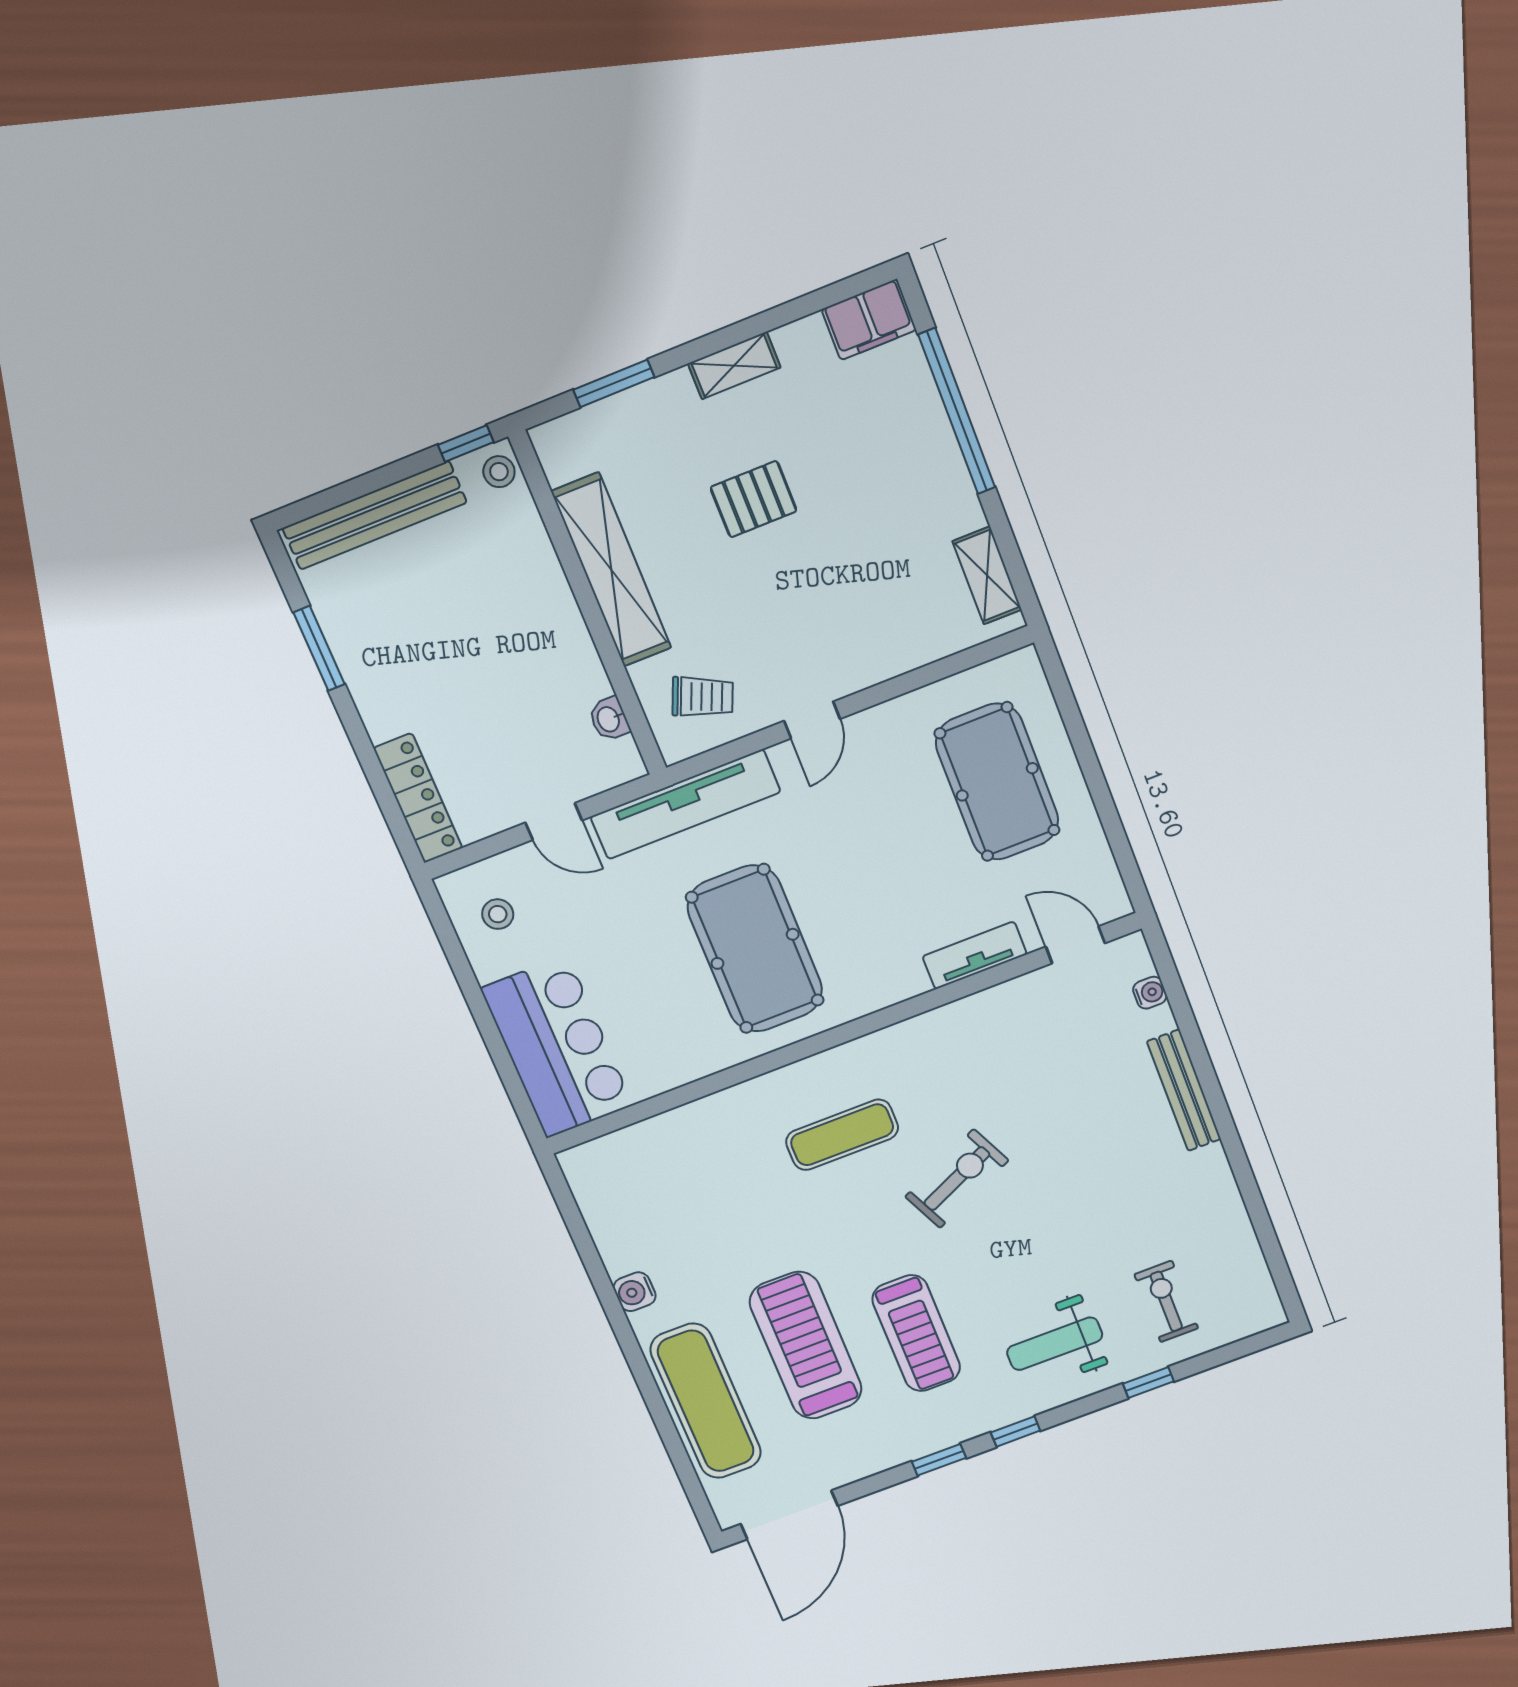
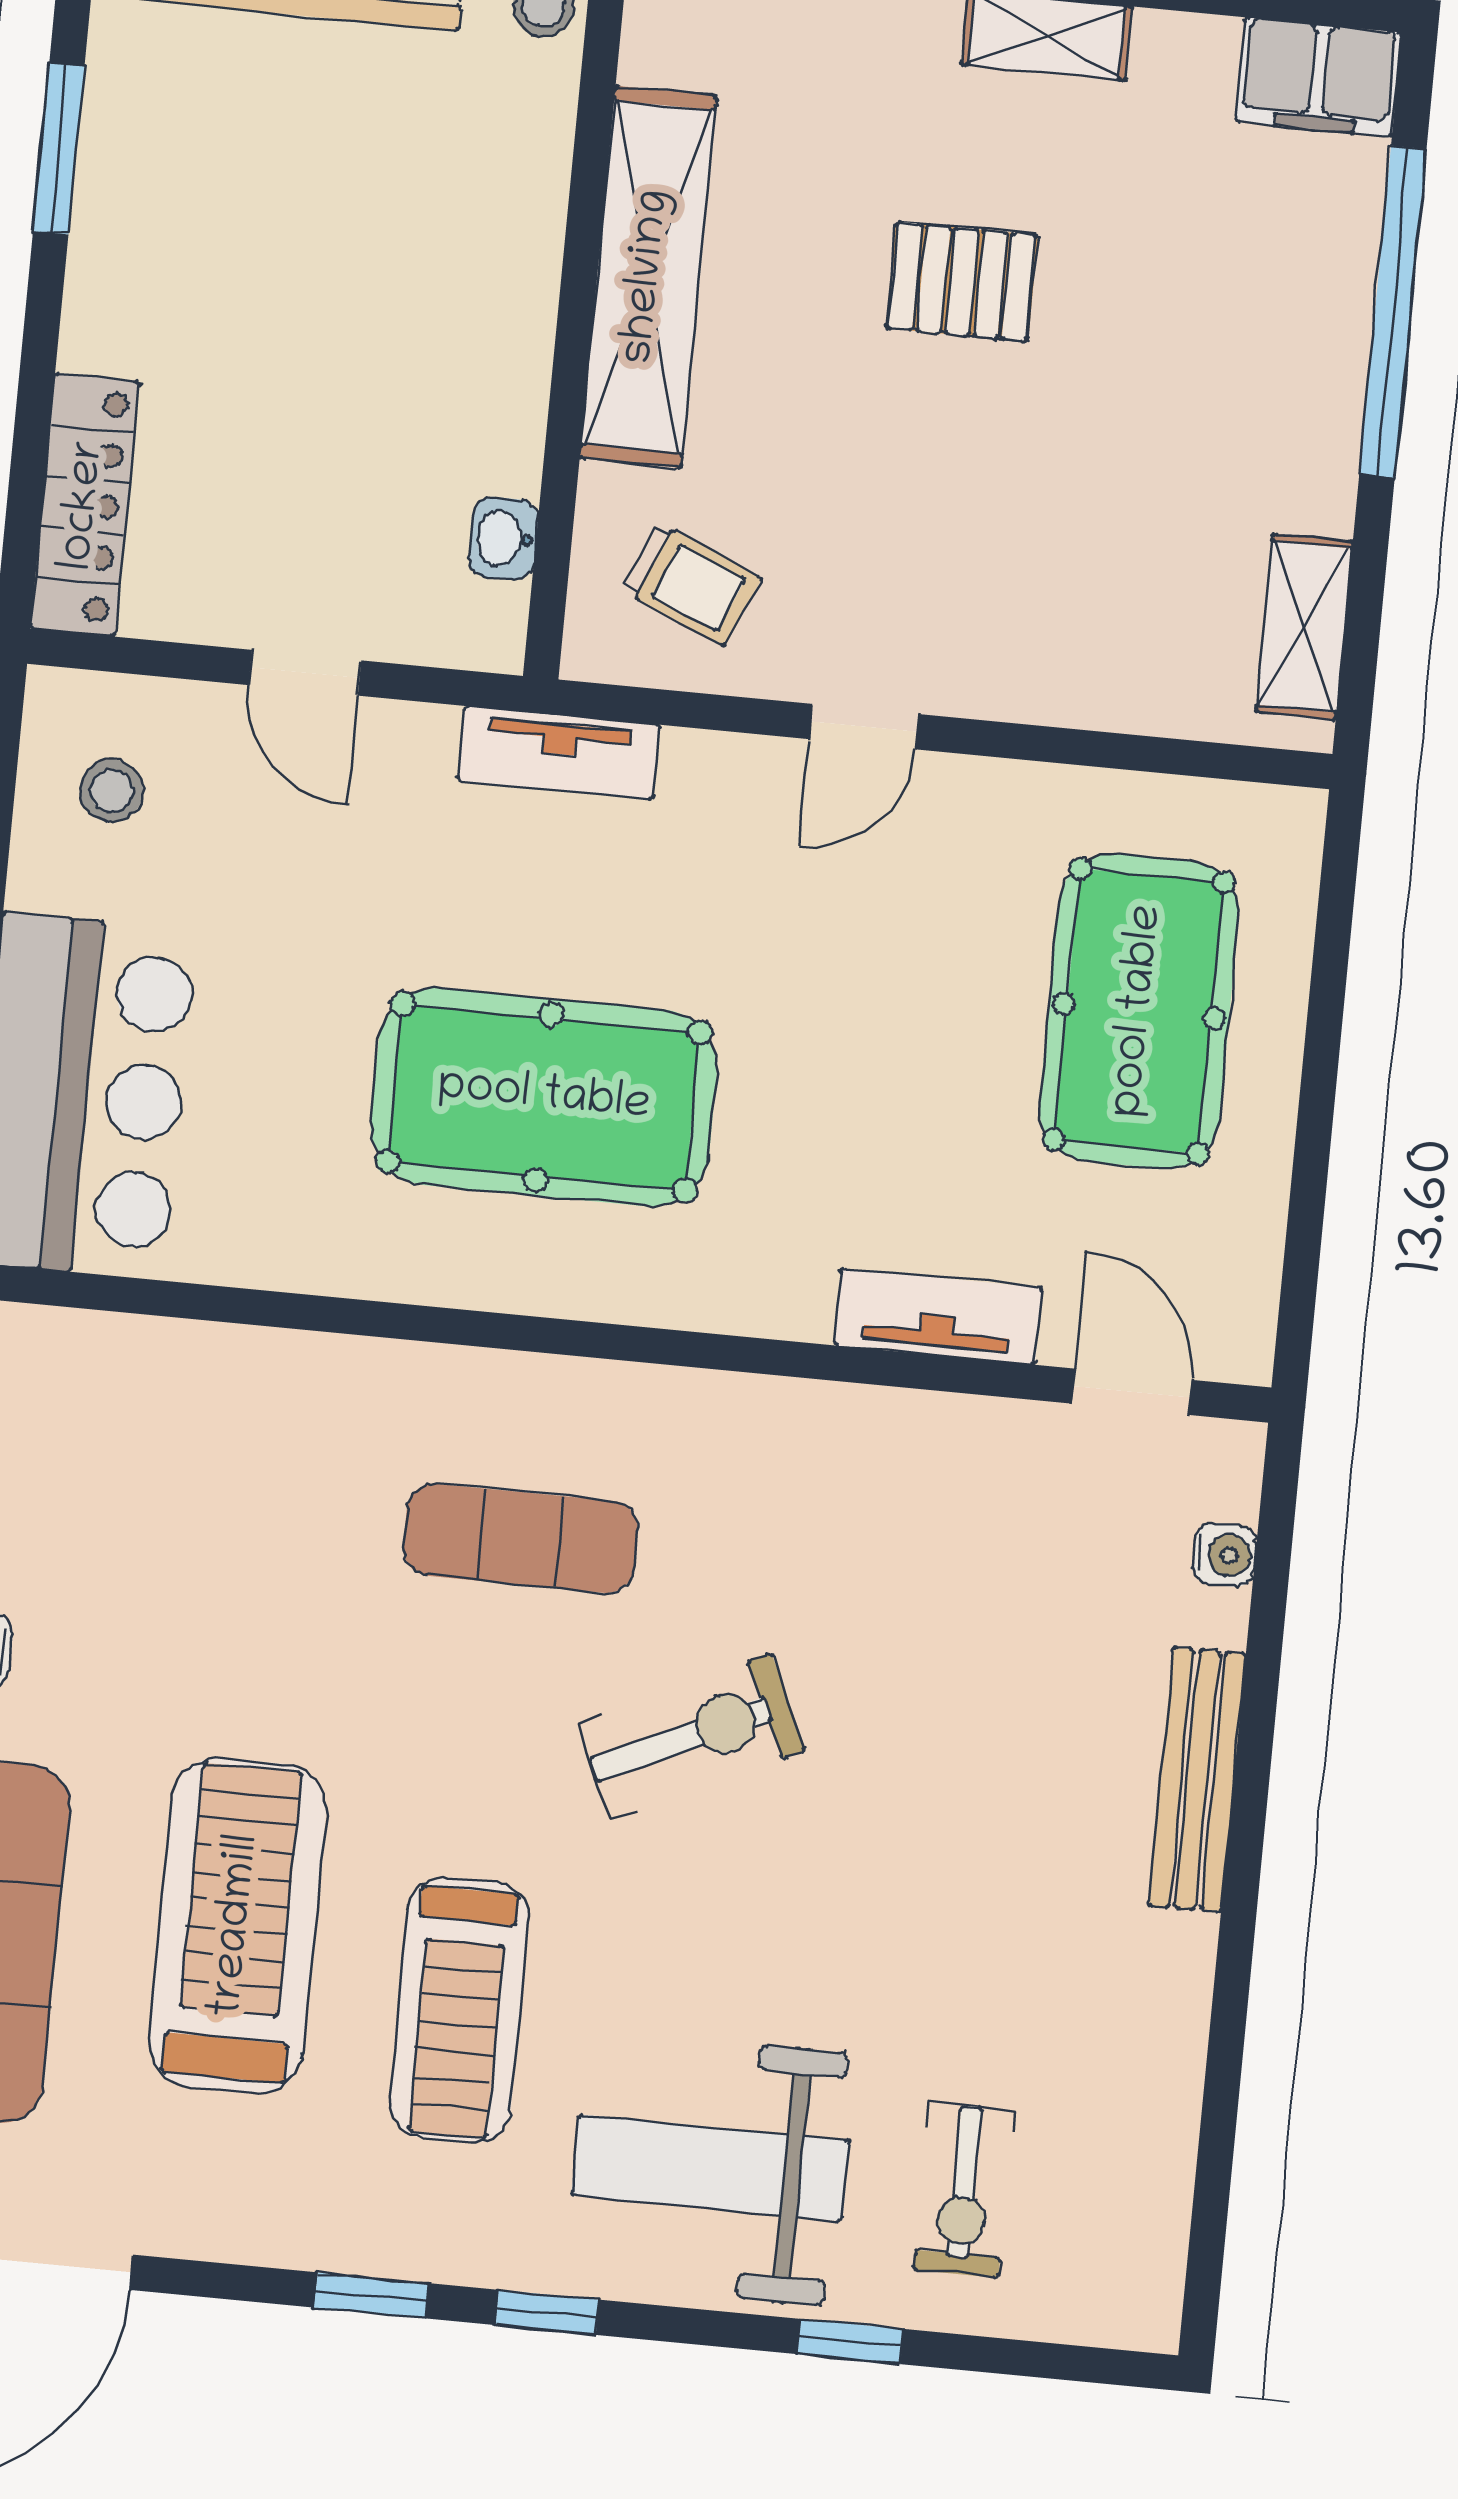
tv unit: (685, 804) -> (559, 753), width x0.52, depth x0.78
pool table: (755, 949) -> (544, 1097), turned 90
exercise bike: (1166, 1301) -> (964, 2190), turned 180
weight bench: (1055, 1344) -> (711, 2168), width x1.36, depth x1.33

